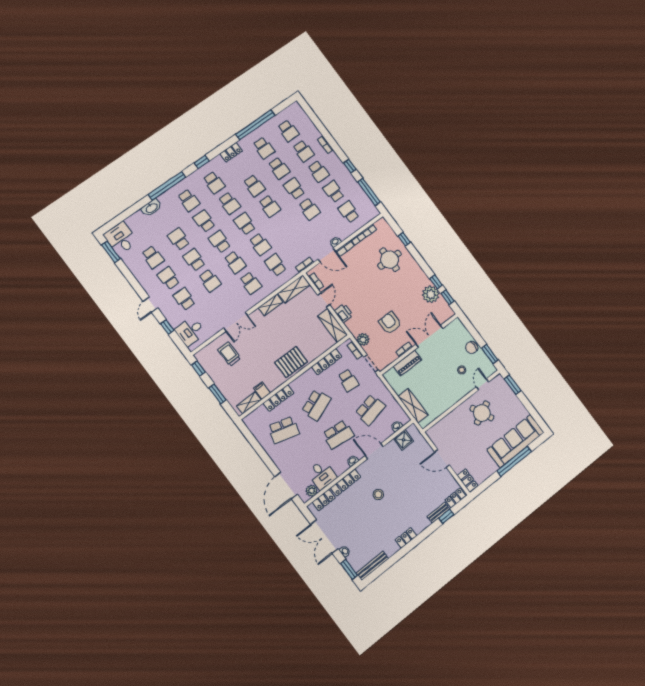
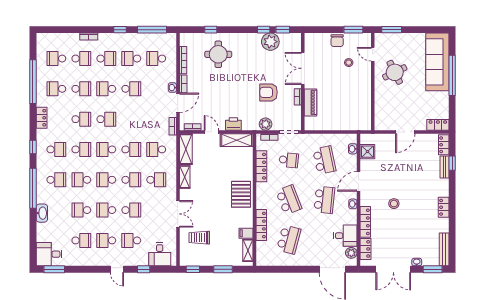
school desk: (288, 131) -> (56, 59), turned 180
school desk: (264, 148) -> (56, 89), turned 180
shelving: (413, 406) -> (347, 124), removed

